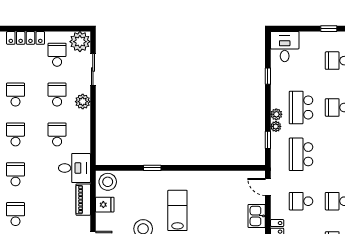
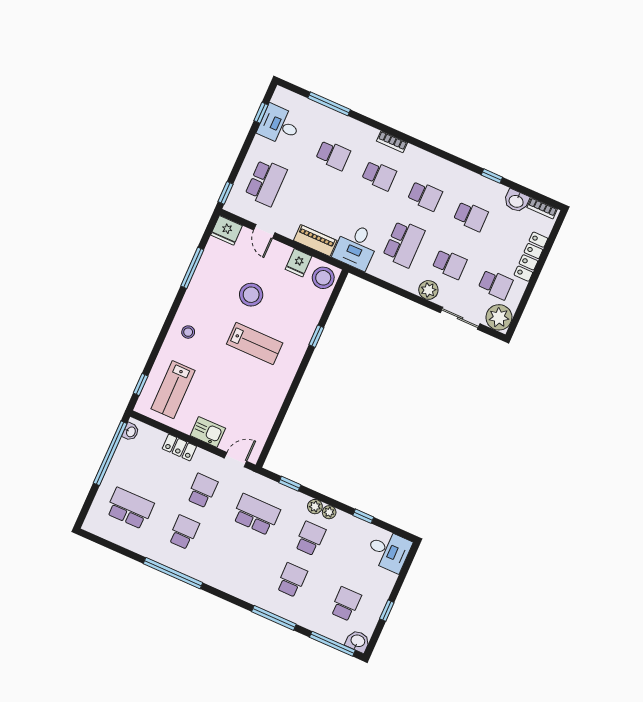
school desk: (301, 107) -> (310, 538), width x0.54
plant: (276, 126) -> (329, 512), moved
school desk: (57, 134) -> (404, 244), width x1.85

